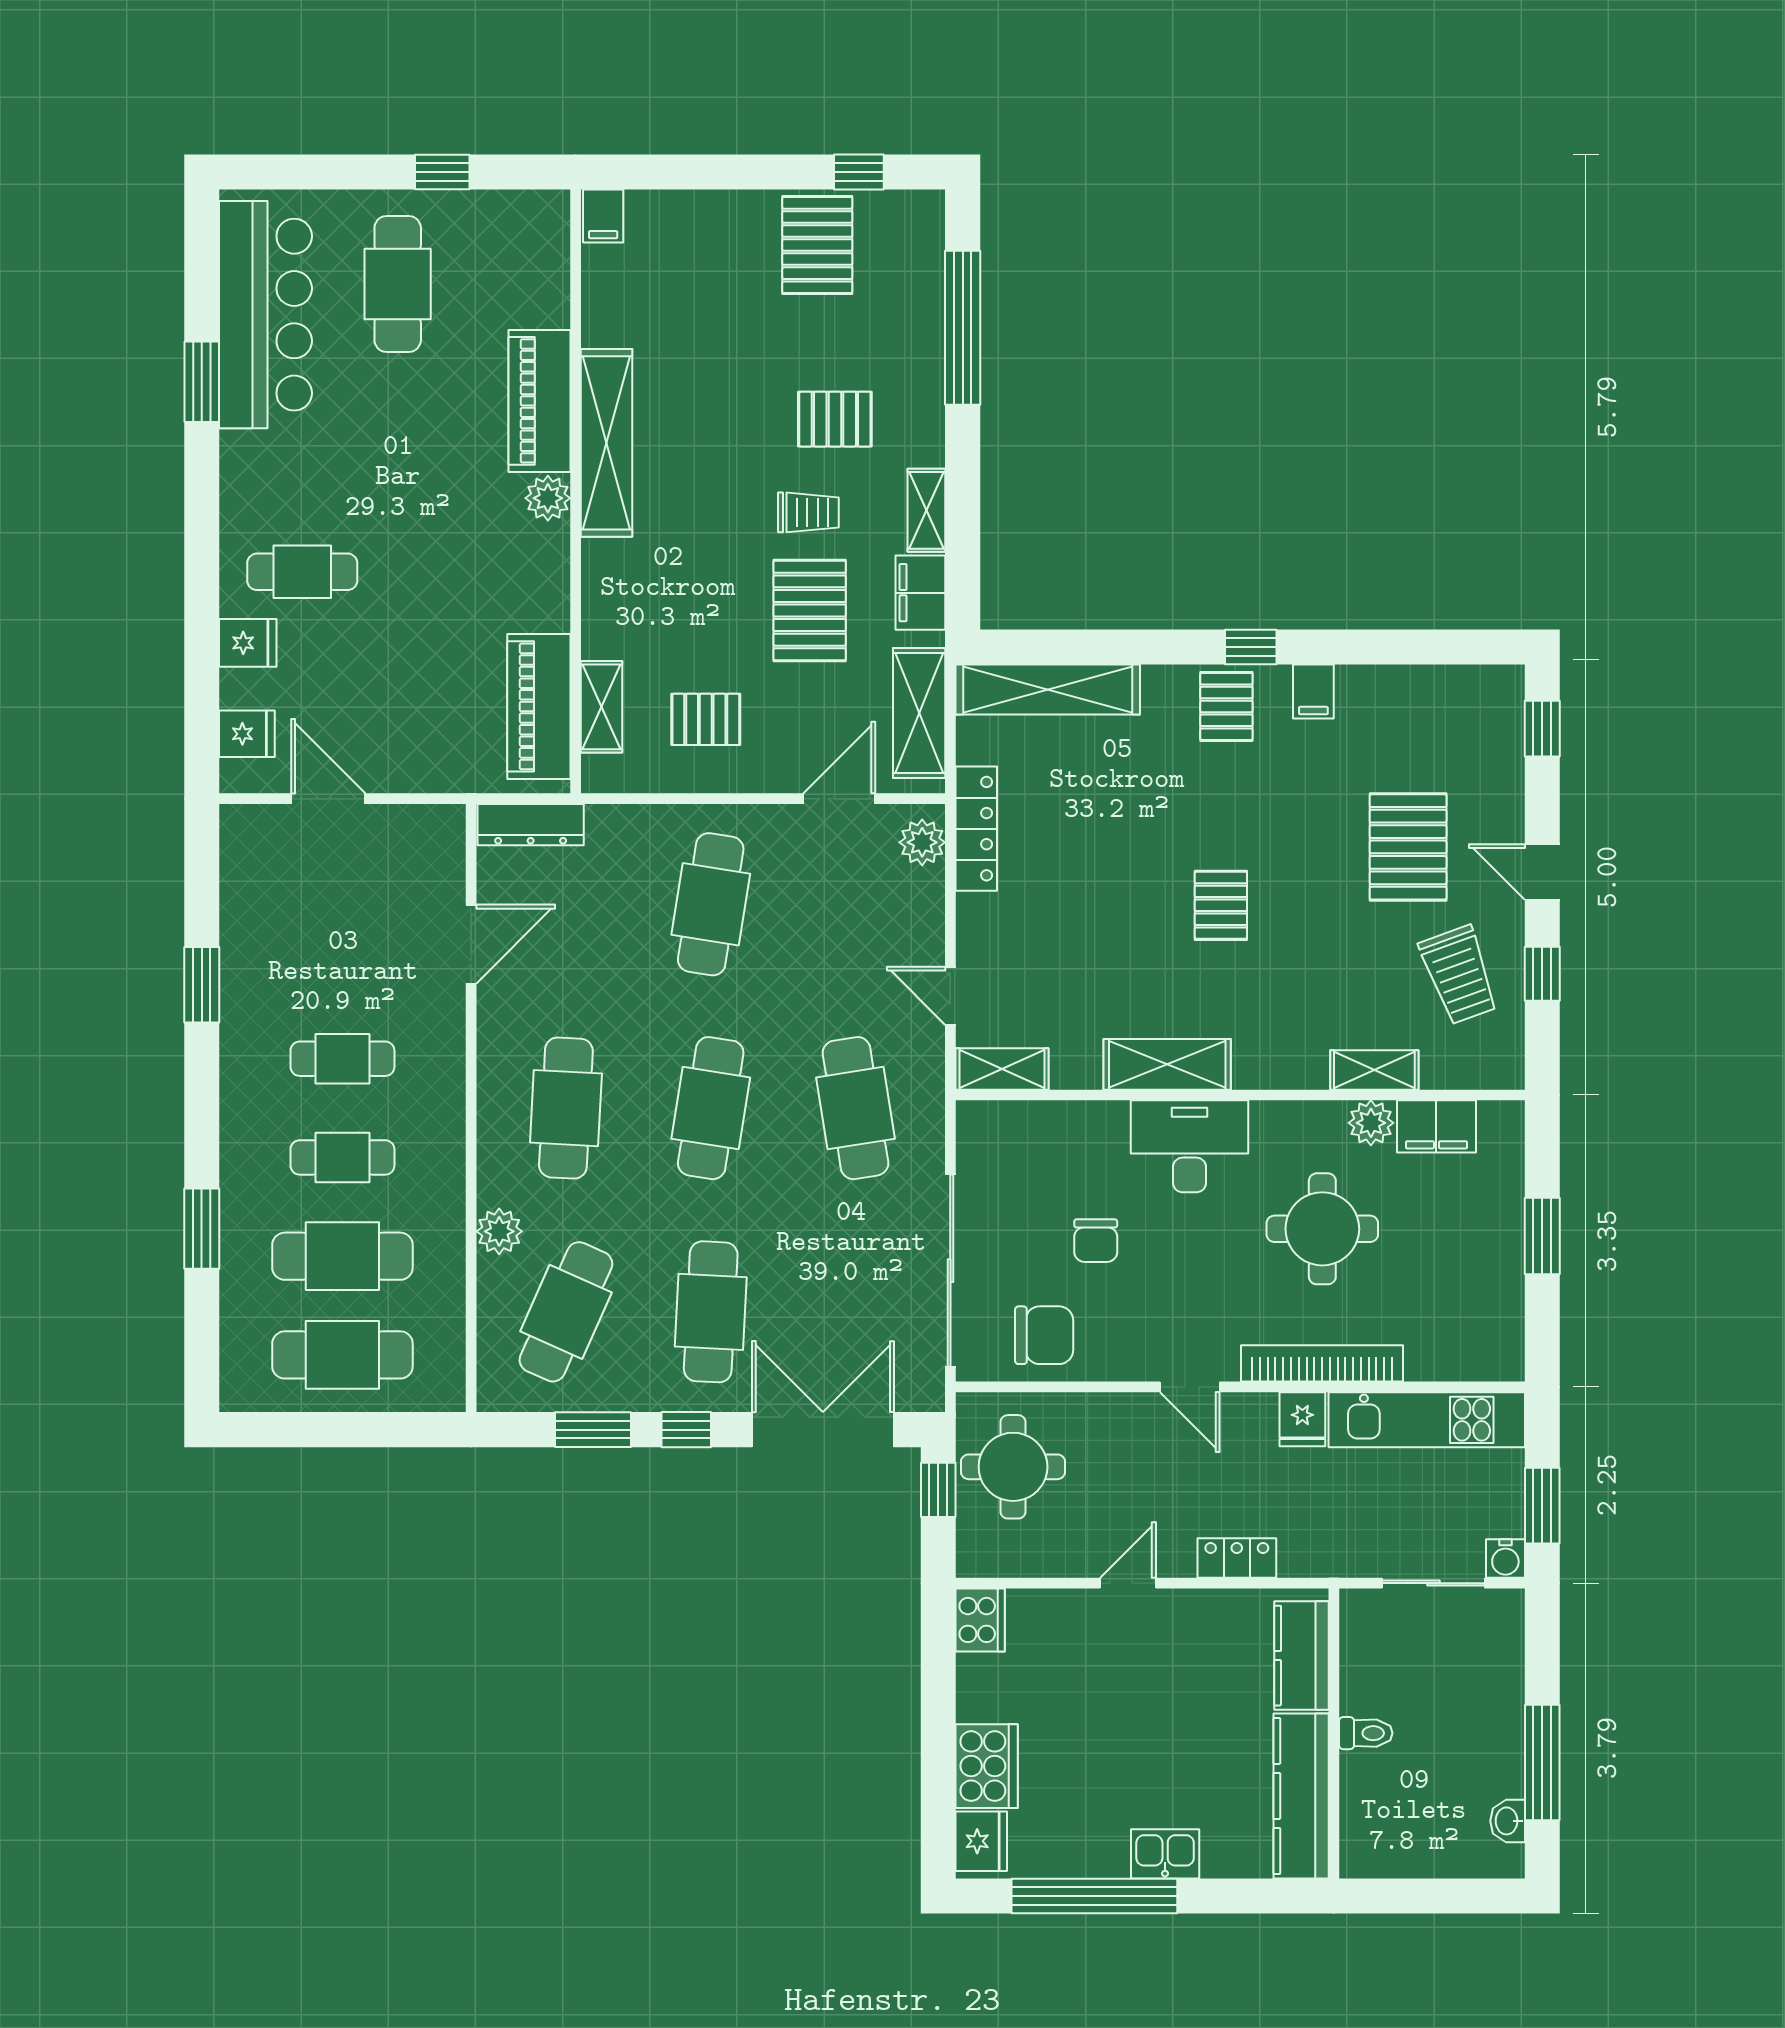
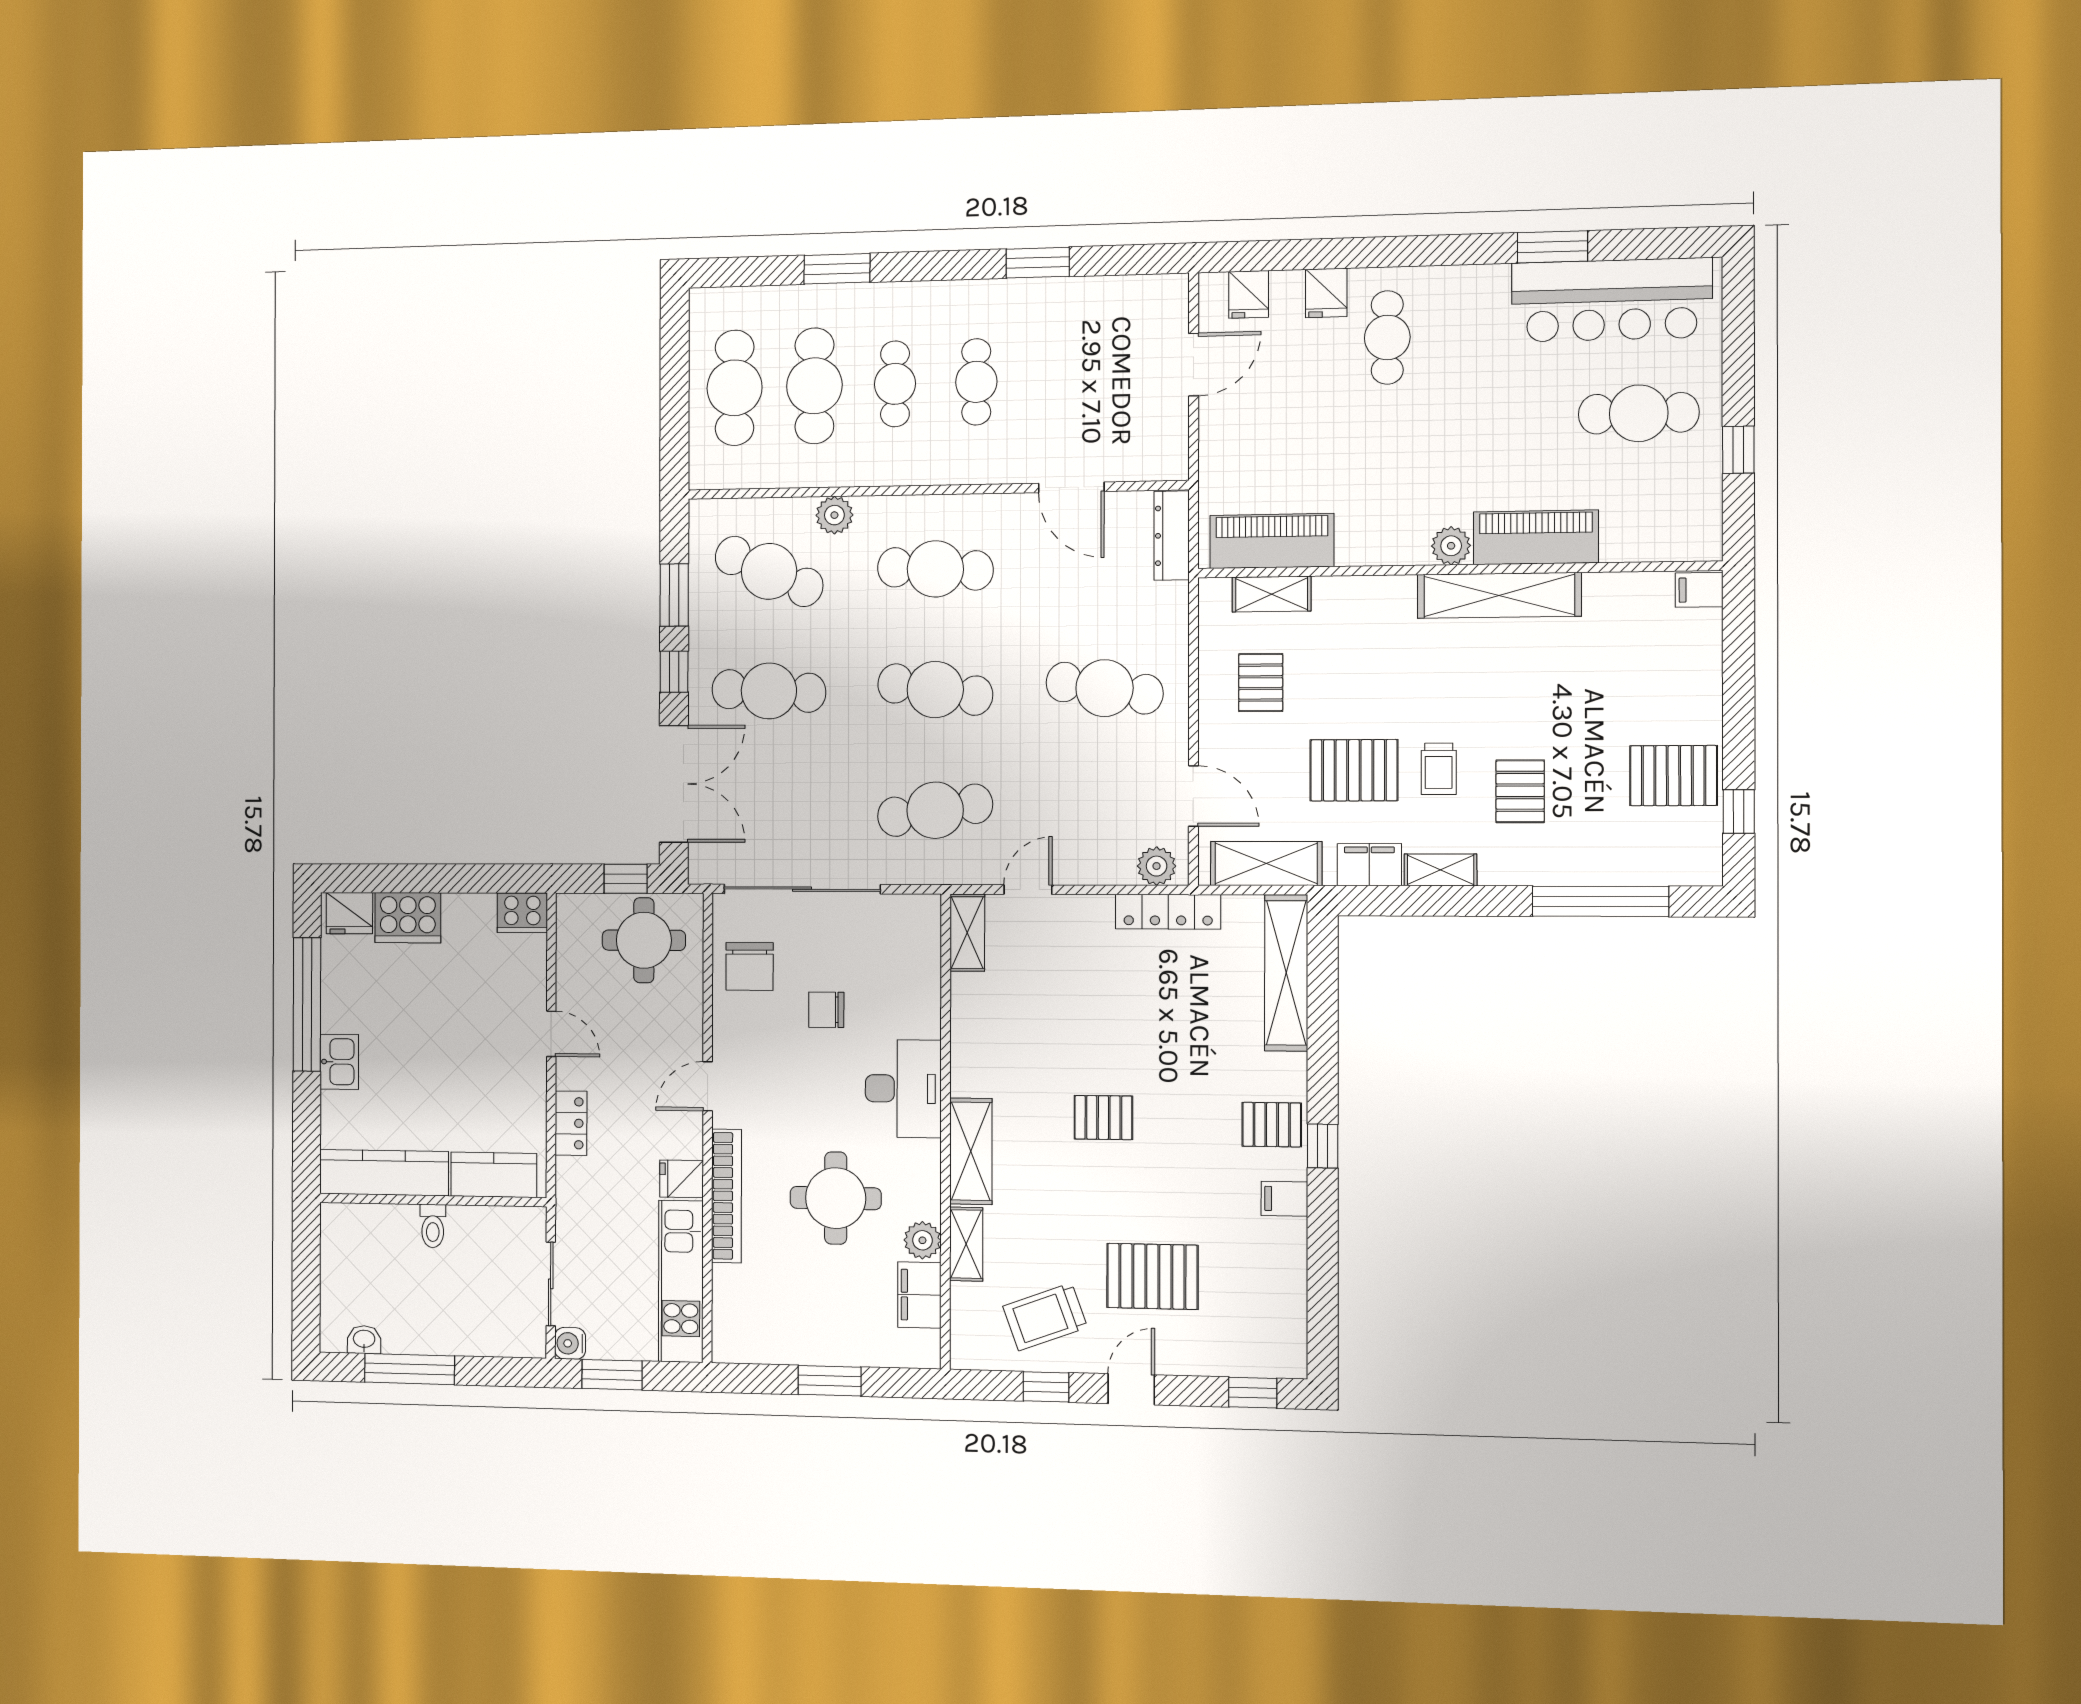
shelving: (1167, 1064) -> (971, 1151), moved

